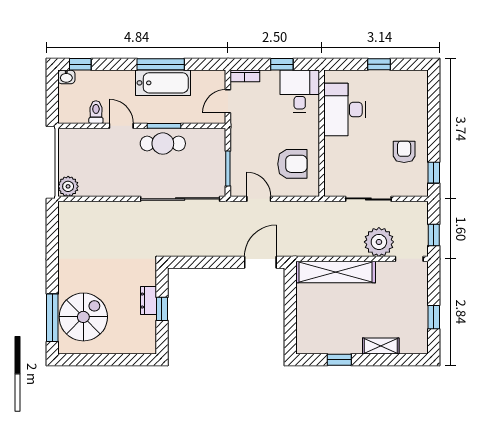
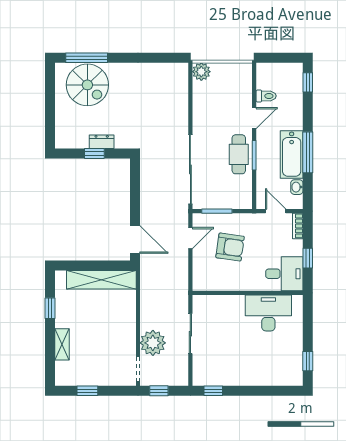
window: (379, 64) -> (308, 361), moved
washbasin: (66, 77) -> (297, 187), moved
armchair: (404, 152) -> (232, 365), removed
armchair: (292, 164) -> (230, 247), moved, turned -82
shelving: (336, 272) -> (101, 280), moved, turned 90

